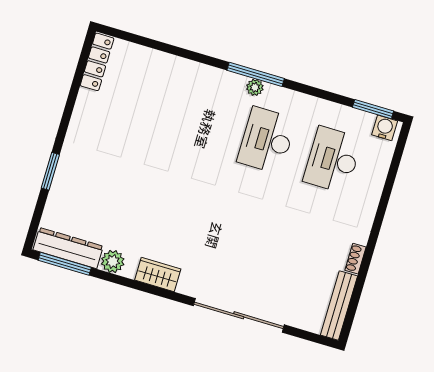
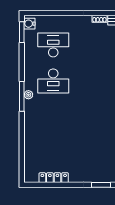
locker: (97, 62) -> (54, 178), moved
desk: (333, 160) -> (53, 45), turned 180

